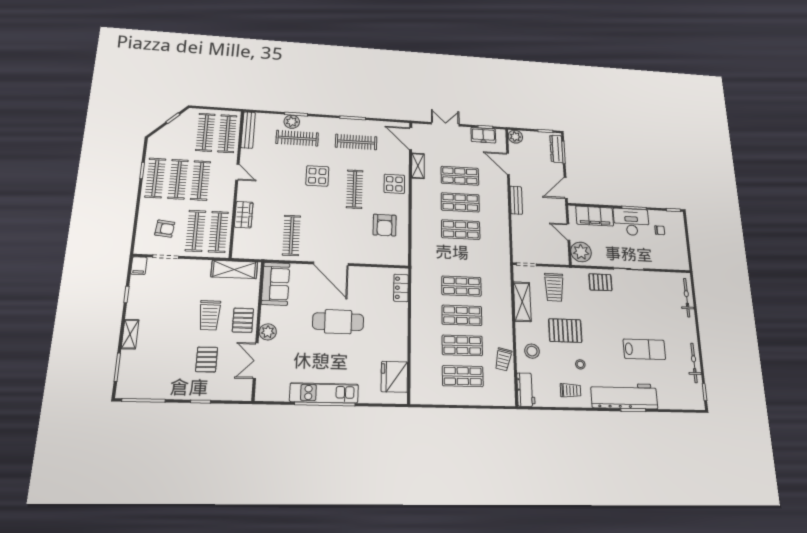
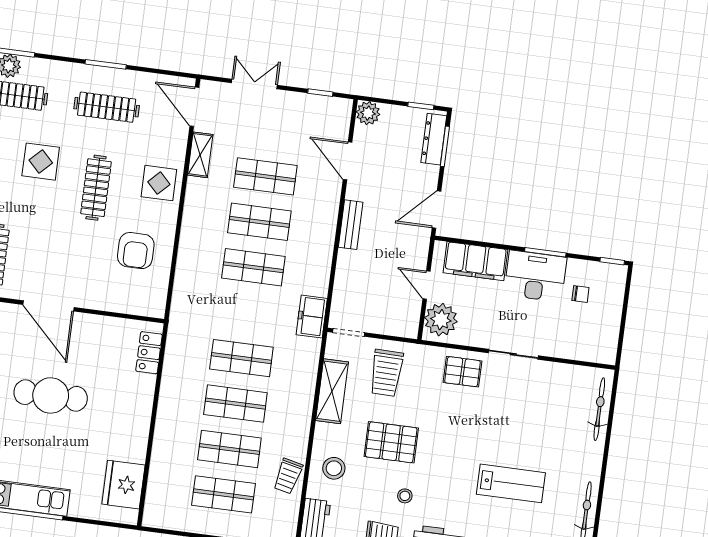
freezer: (483, 135) -> (312, 317), moved, turned 90

